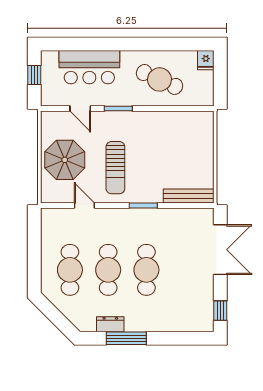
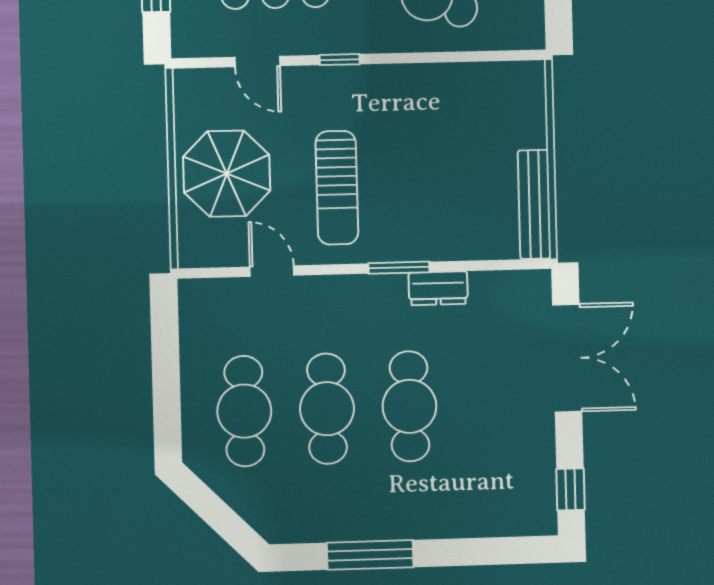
window: (118, 108) -> (340, 60), width x0.67
bench: (189, 196) -> (534, 204), moved, turned 90
dresser: (110, 324) -> (438, 288), moved, turned 180

